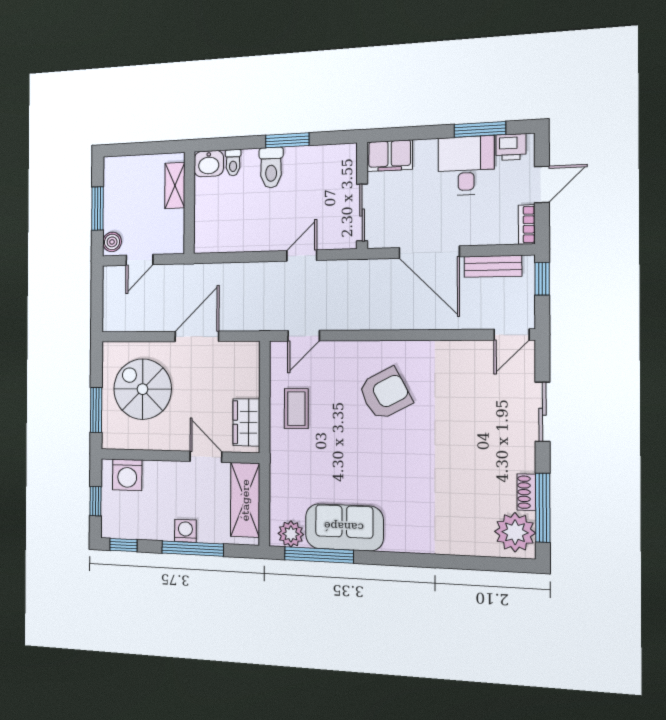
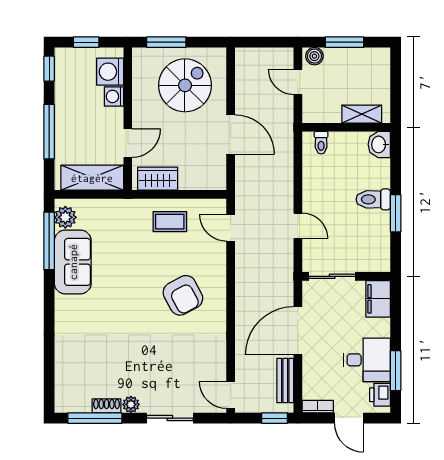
toilet: (233, 163) -> (321, 143), moved, turned -90
washing machine: (185, 531) -> (114, 96), moved, turned 180
plant: (515, 532) -> (131, 404), moved, width x0.53, depth x0.53

